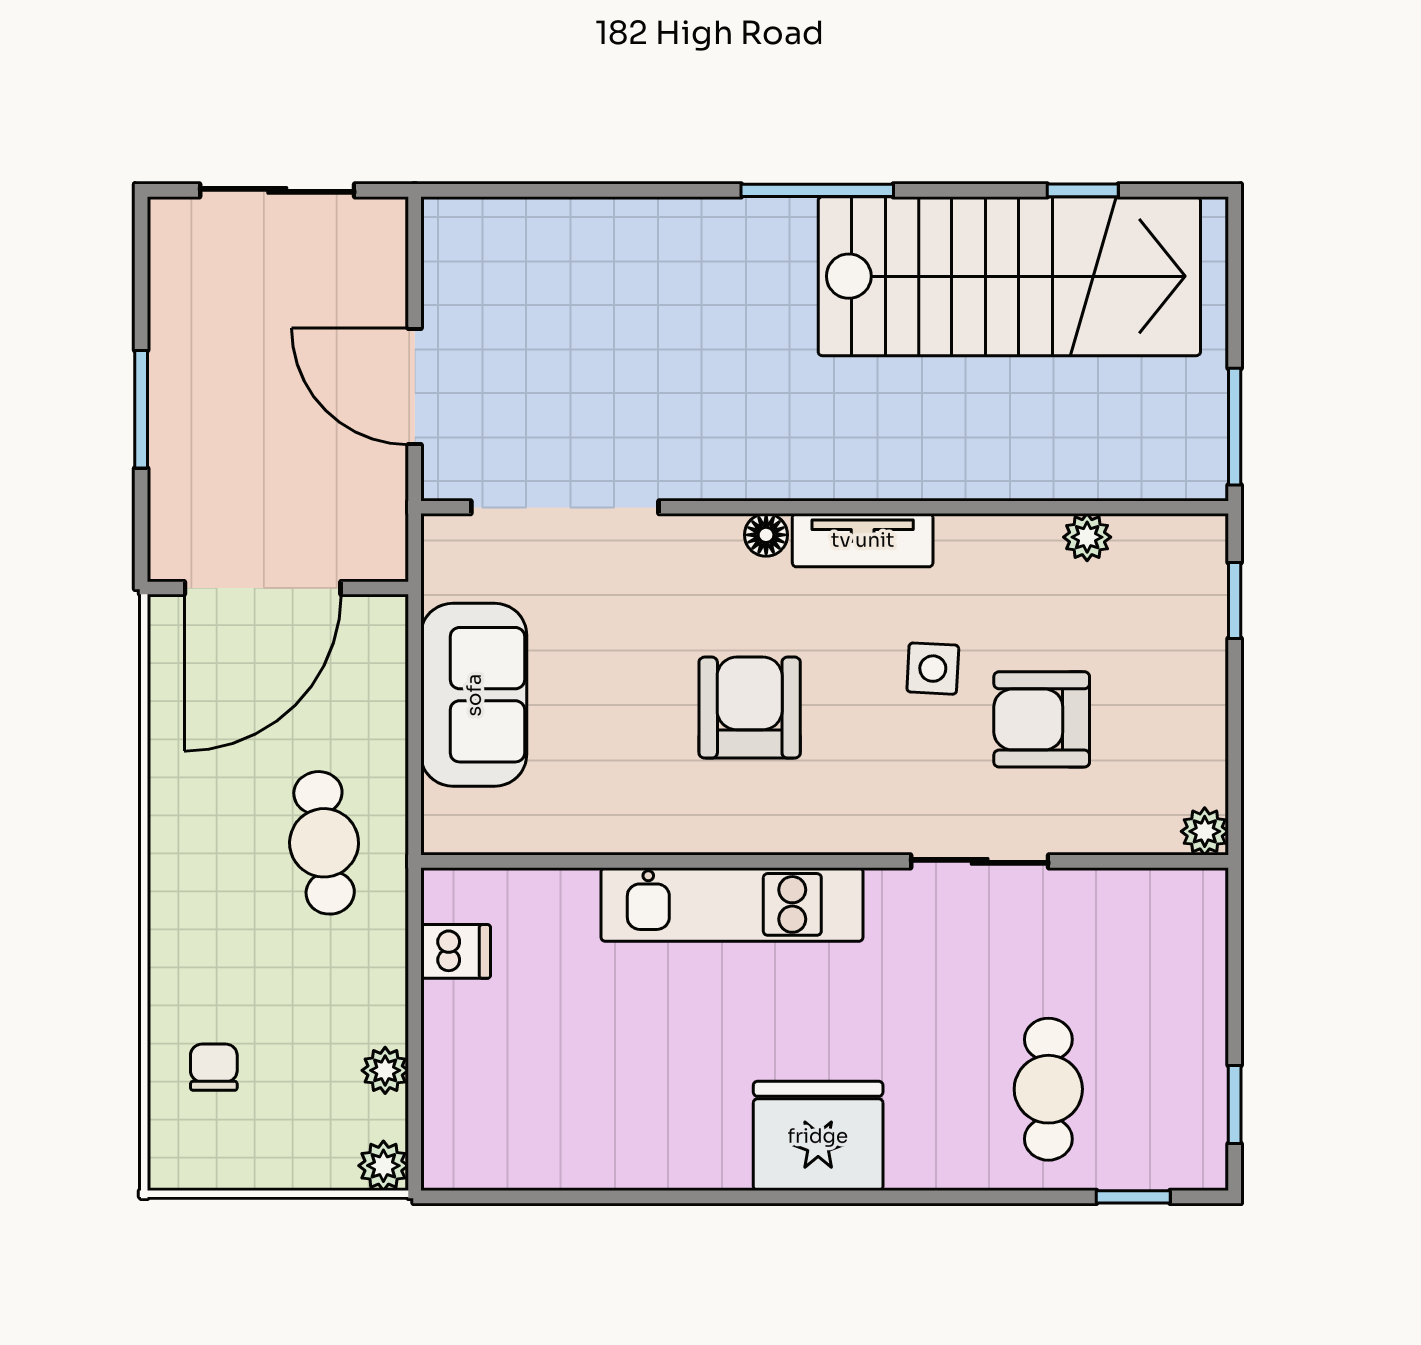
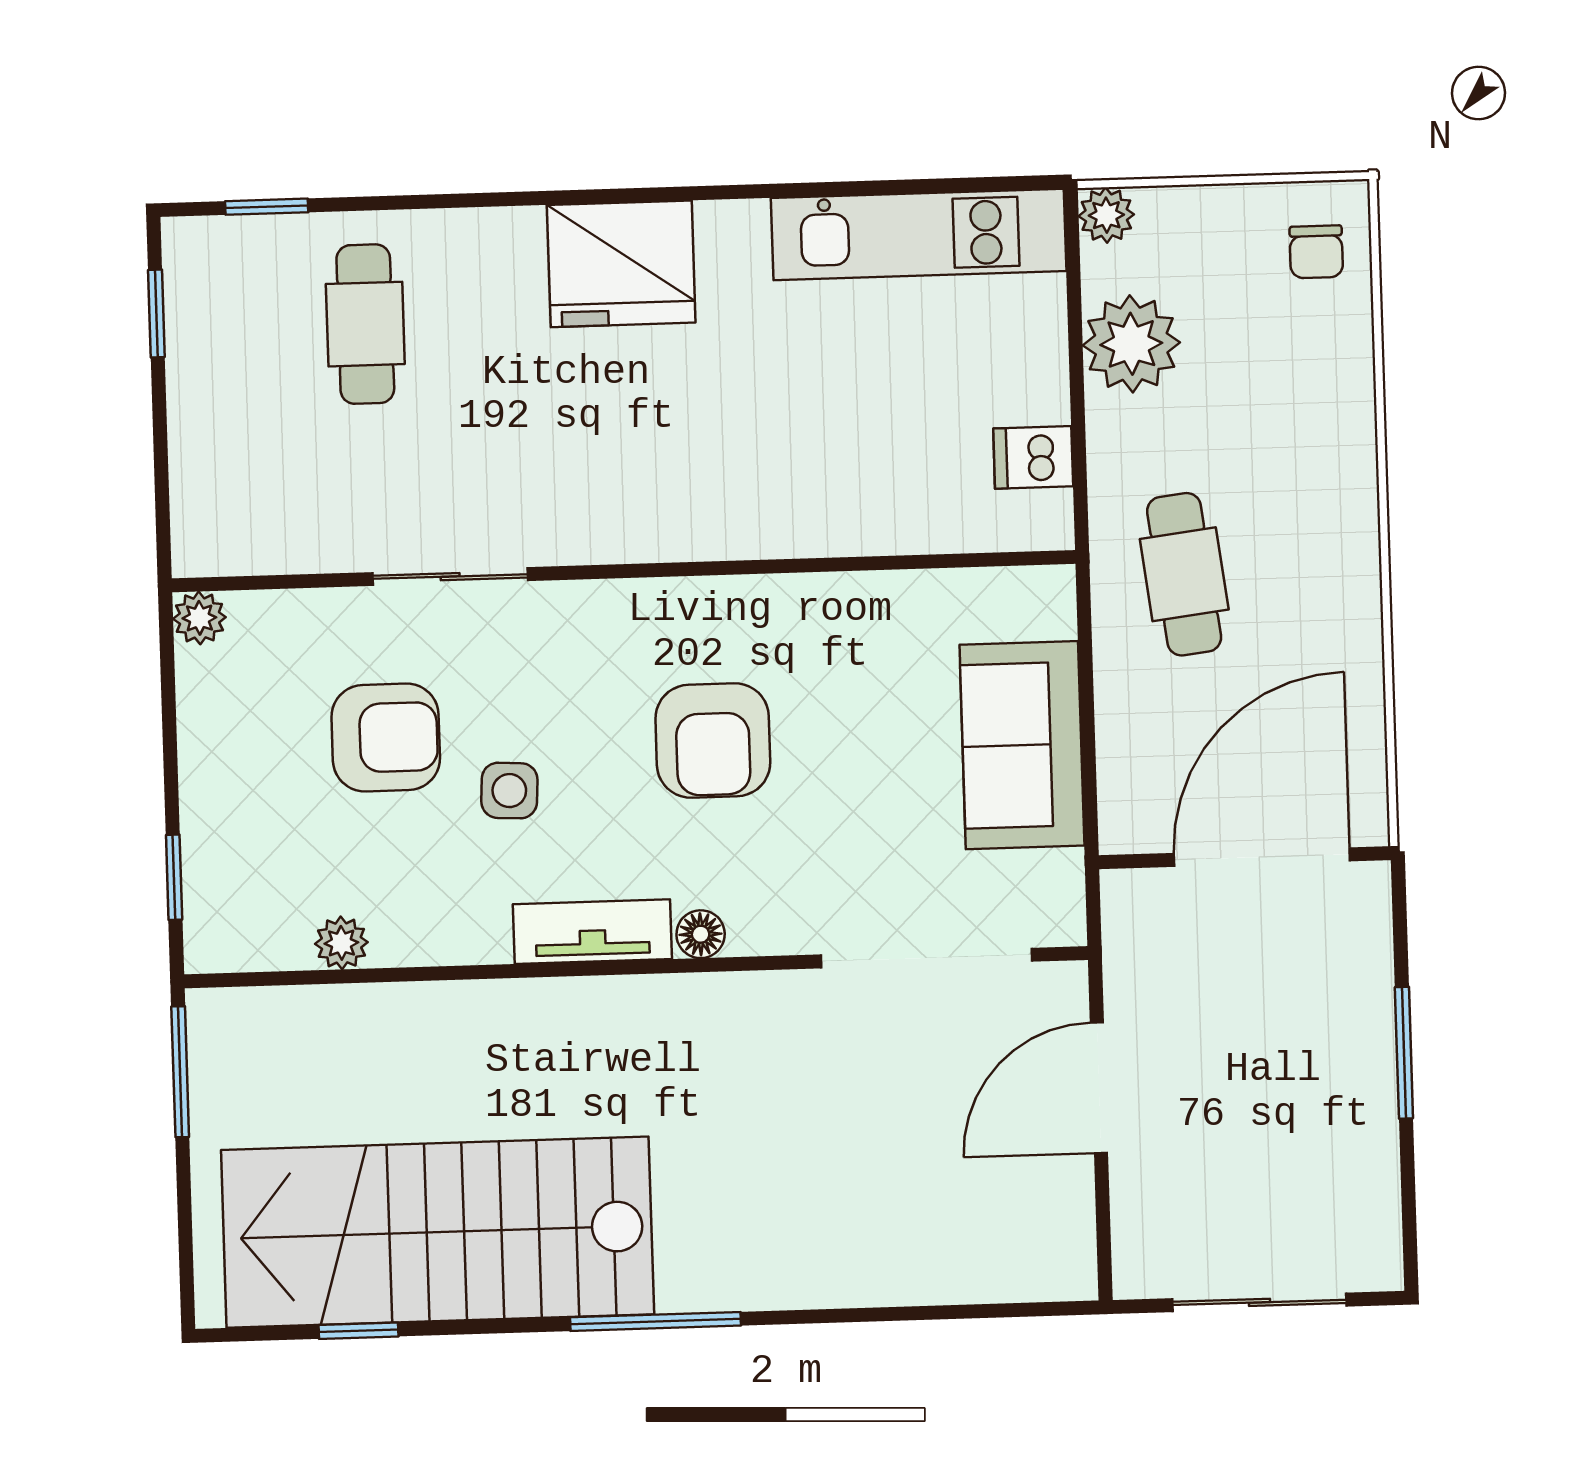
door: (415, 387) -> (1099, 1088), swing flipped
kitchen unit: (732, 904) -> (919, 234), moved, turned 180
chair: (214, 1067) -> (1316, 252), moved
plant: (385, 1070) -> (1131, 344), width x1.88, depth x1.88

